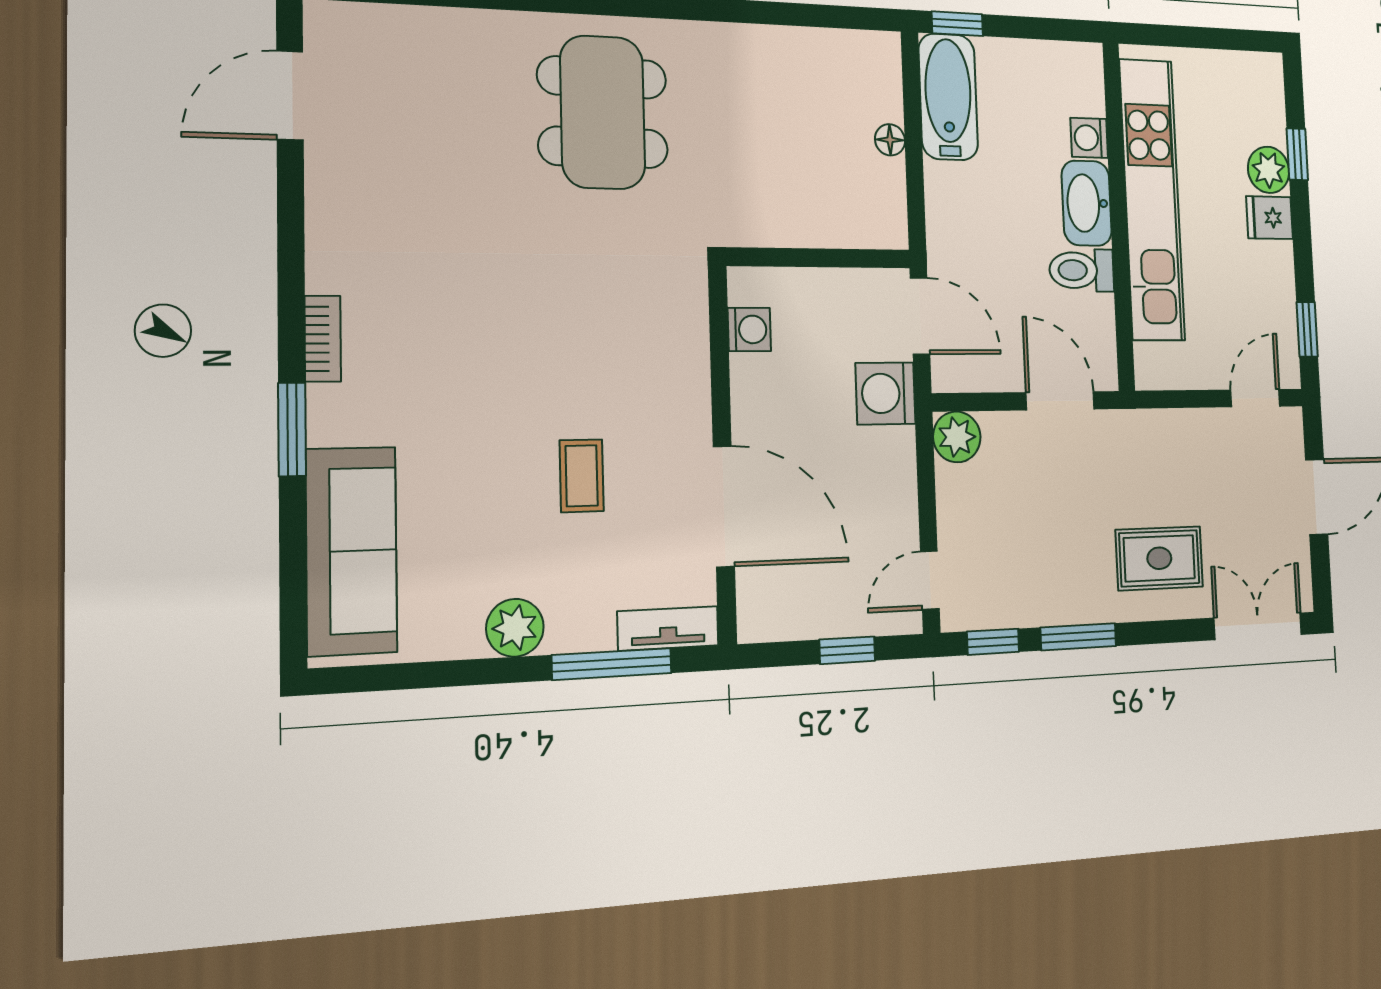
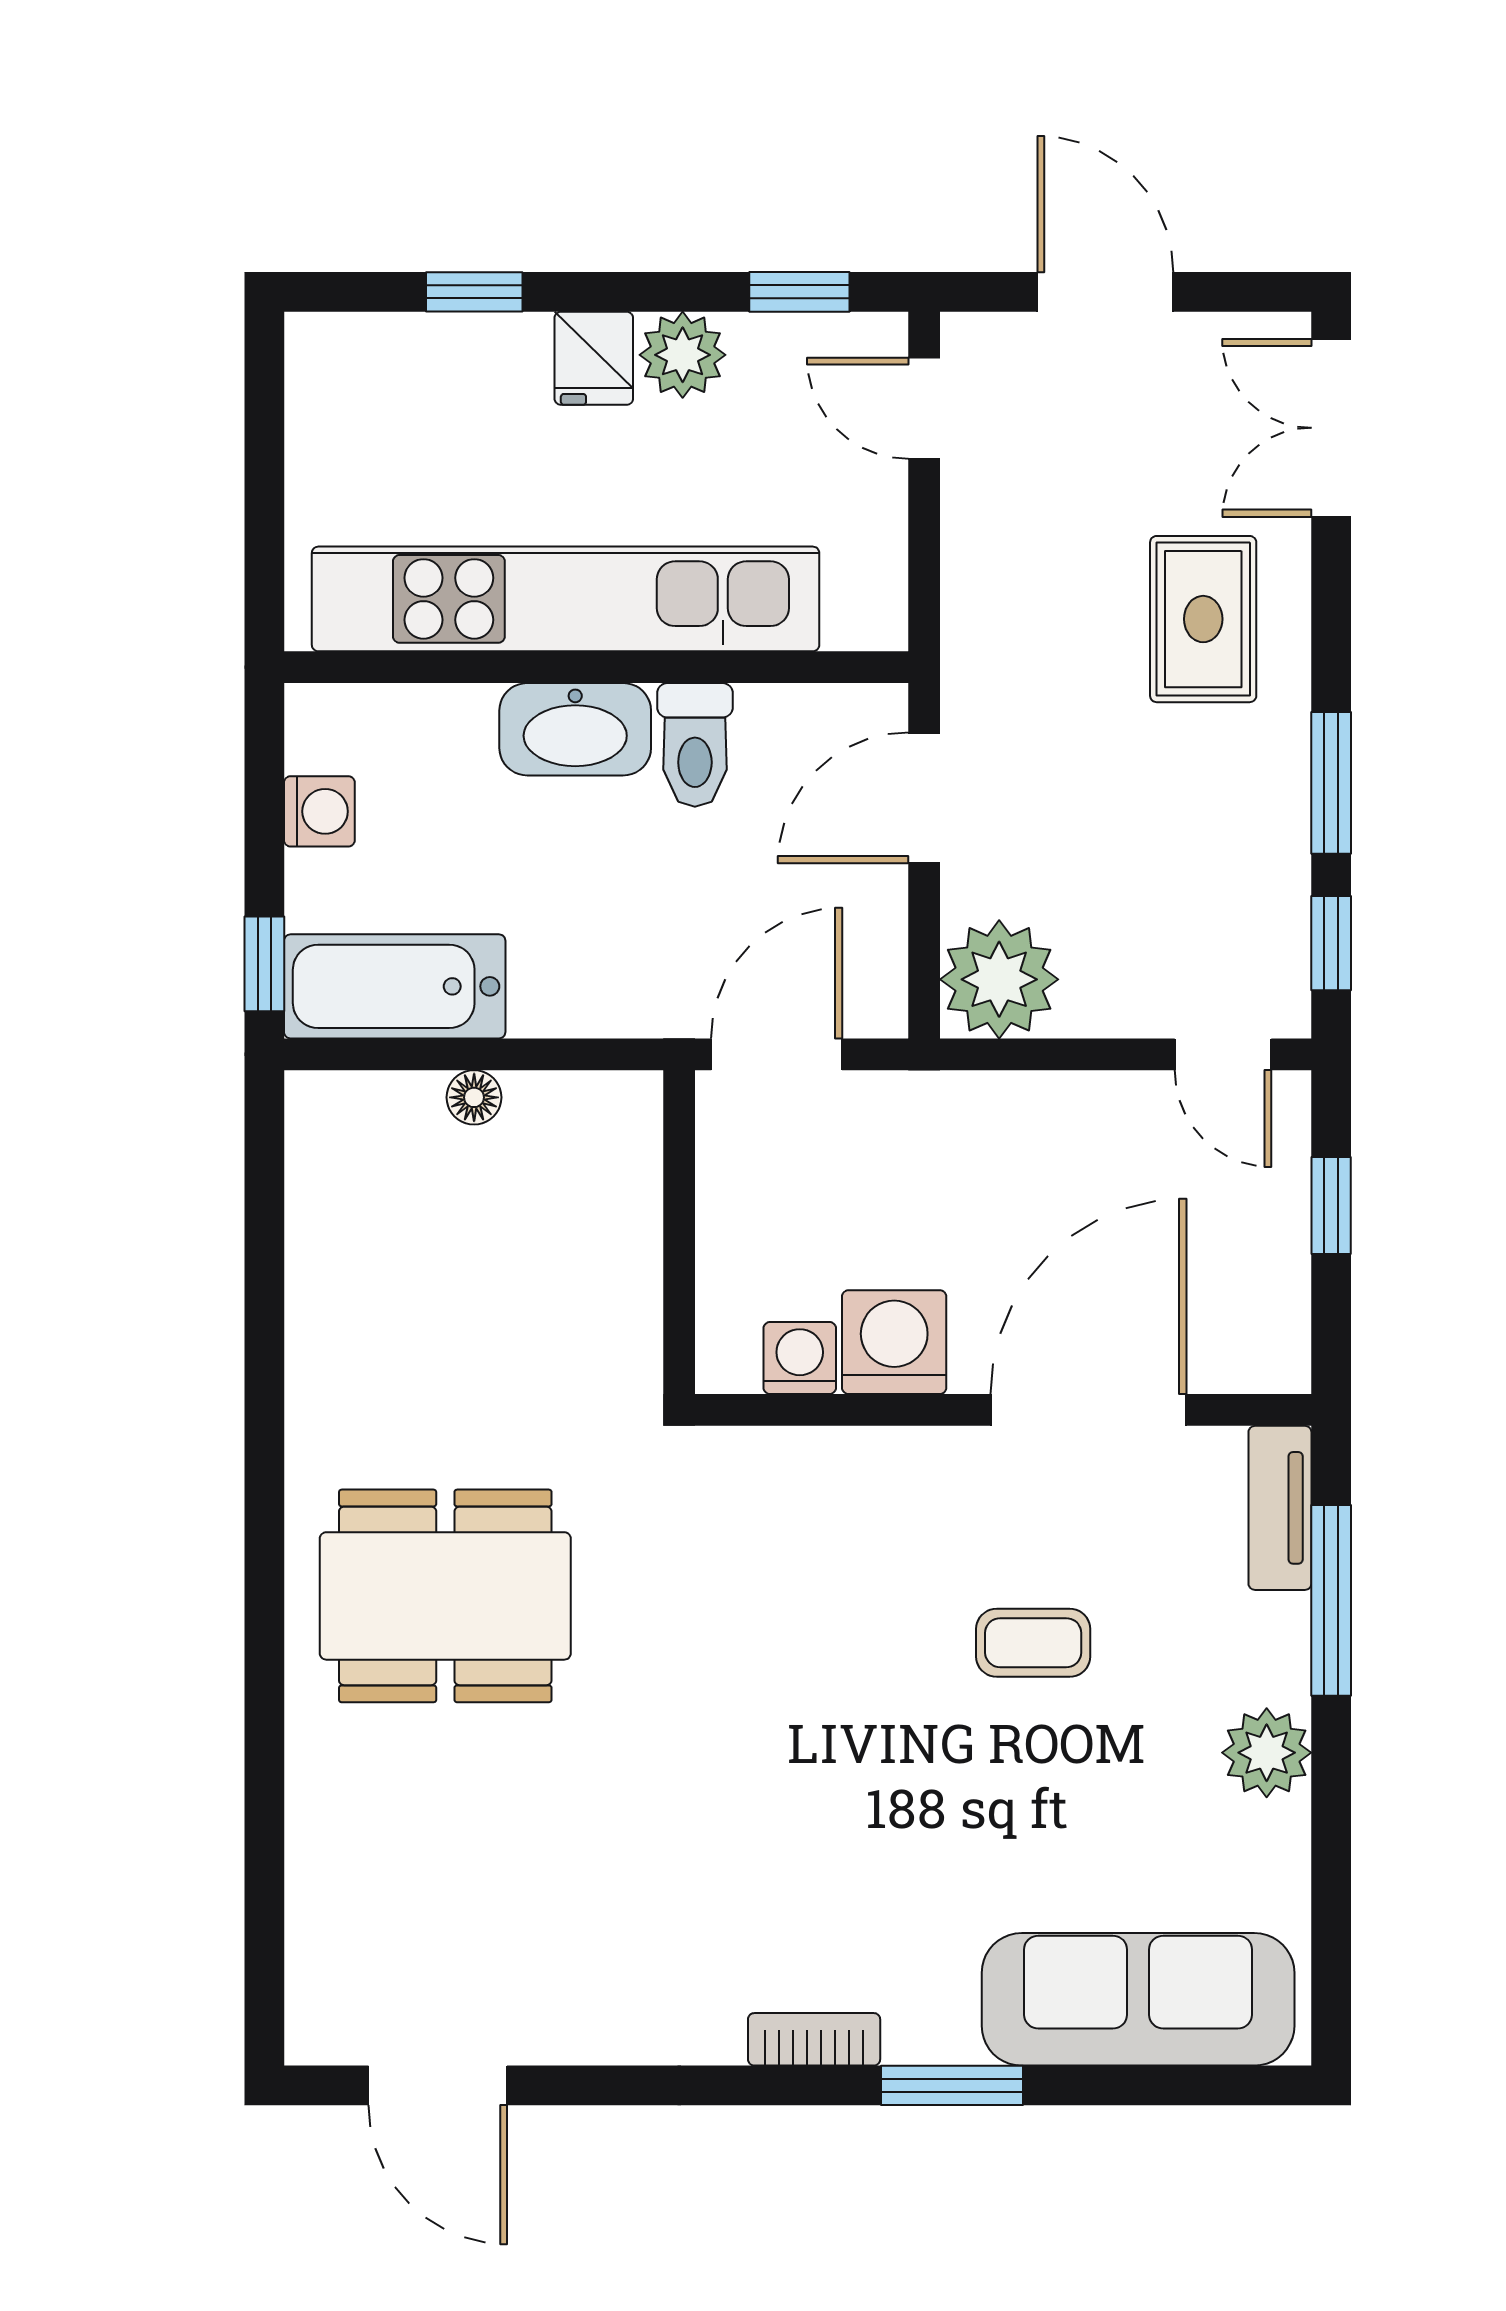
washing machine: (1089, 138) -> (319, 811), moved, turned -90
plant: (1269, 170) -> (683, 355), moved
washing machine: (885, 393) -> (894, 1342), moved, turned 180
plant: (957, 437) -> (999, 979), width x1.36, depth x1.36

